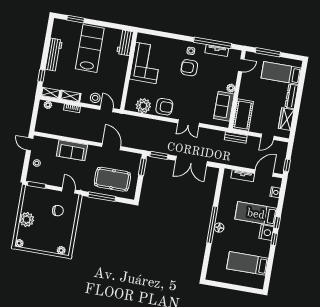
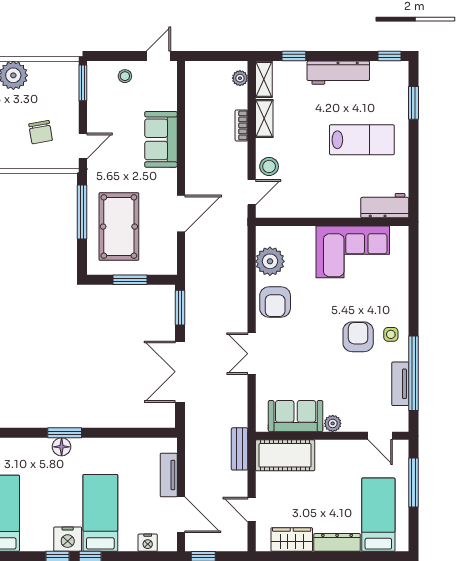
window: (50, 27) -> (389, 56), added
lab bench: (90, 49) -> (362, 140), width x0.73, depth x0.72
window: (142, 167) -> (130, 280), moved
window: (212, 225) -> (65, 433), width x0.47

